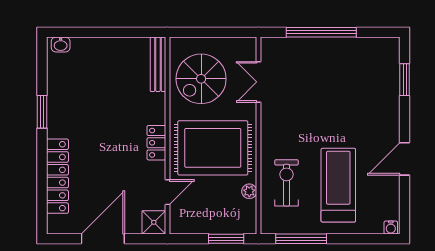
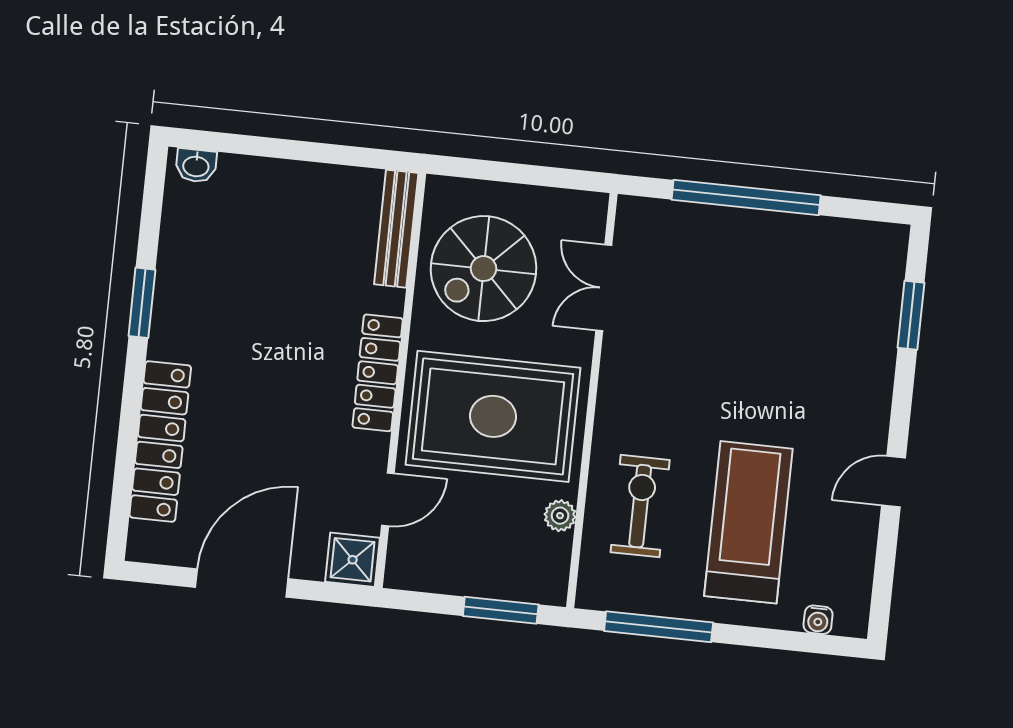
locker: (156, 143) -> (378, 373), width x1.53
door: (405, 159) -> (893, 482), width x0.73
water cooler: (391, 228) -> (818, 620), moved

